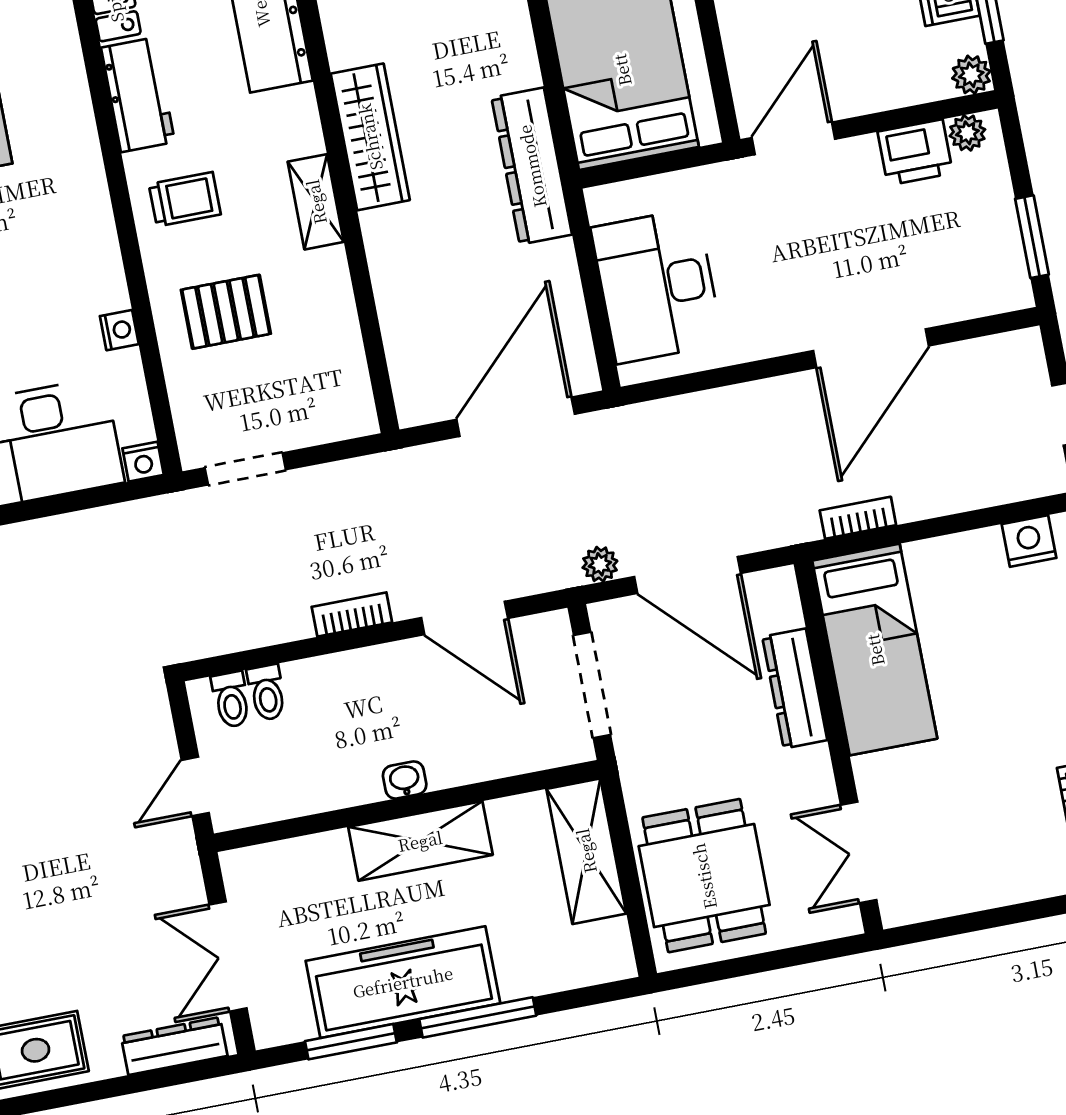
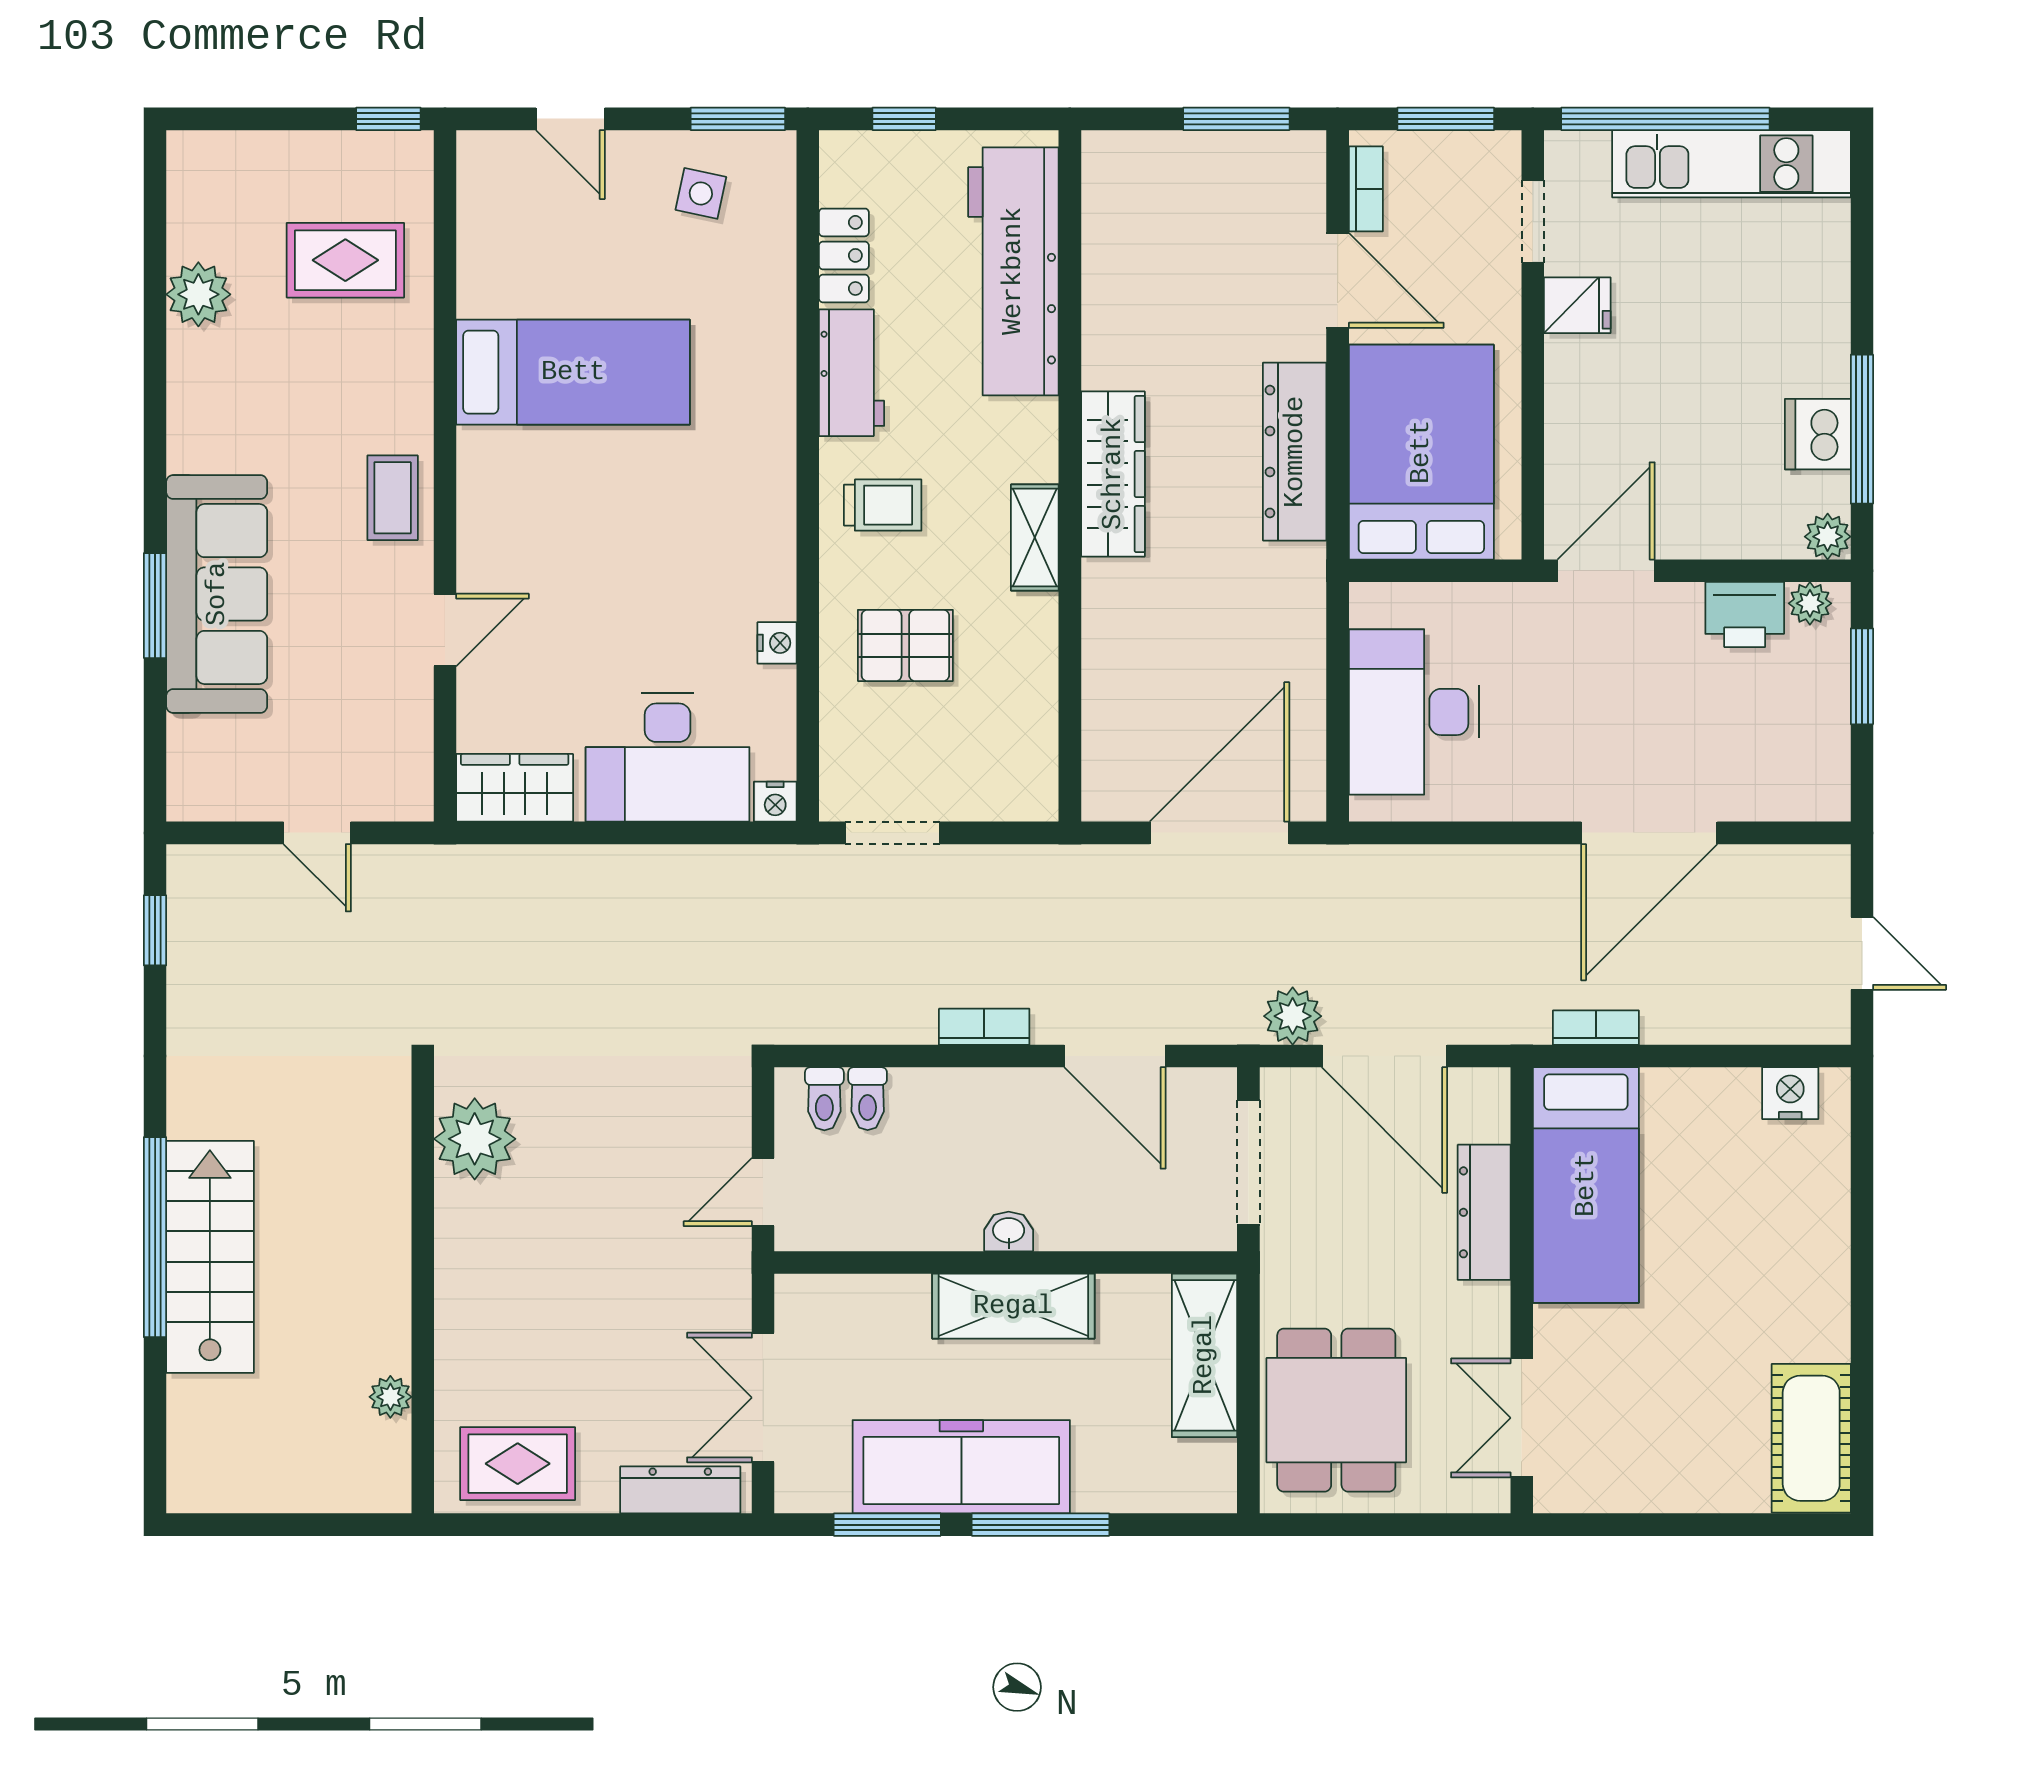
dresser: (532, 166) -> (1295, 452), moved
window: (1032, 237) -> (1862, 676), moved
plant: (600, 564) -> (1293, 1016), width x1.38, depth x1.38

